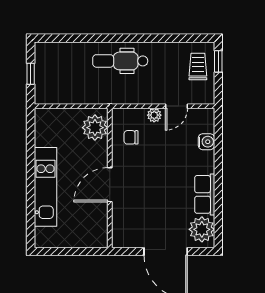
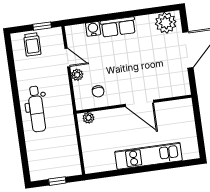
window: (218, 61) -> (42, 26), moved
trolley: (198, 67) -> (32, 44), turned -90
plant: (95, 128) -> (88, 118), width x0.53, depth x0.53
row of seats: (205, 194) -> (118, 27), moved

